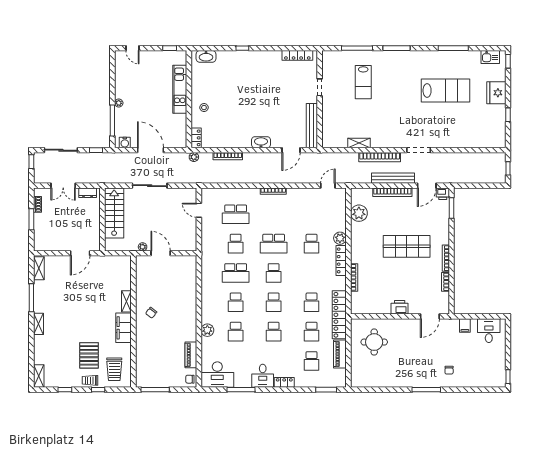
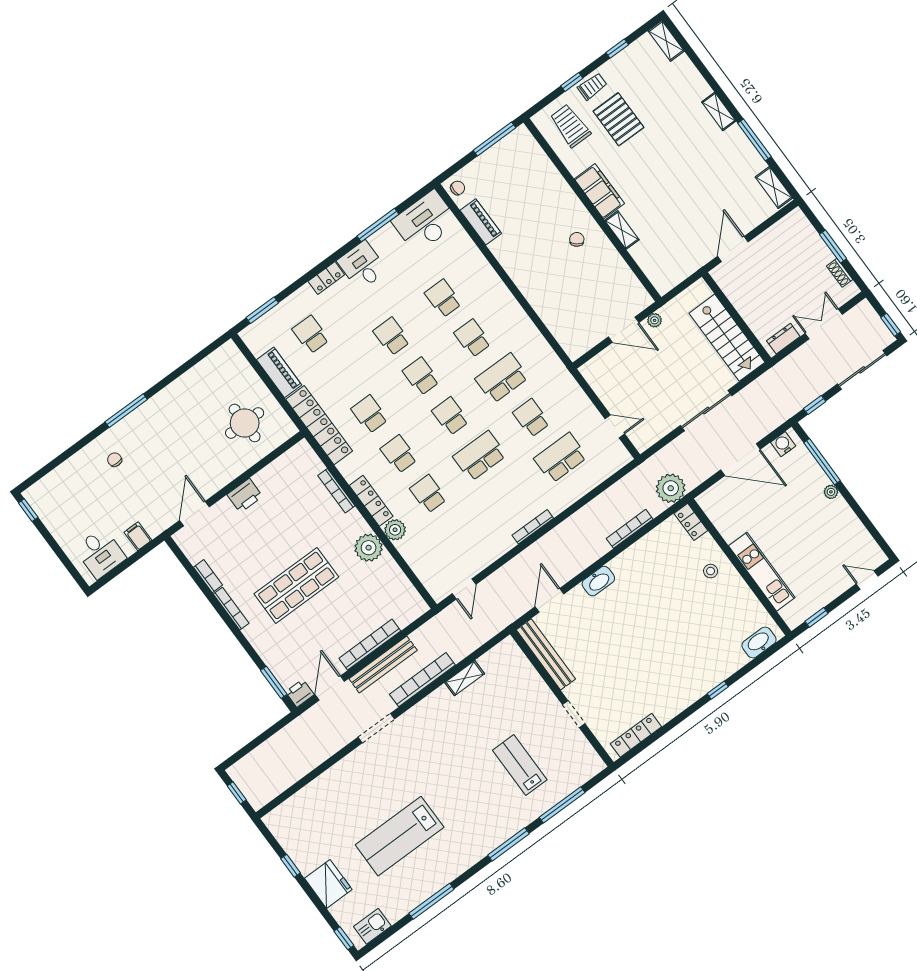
plant: (194, 157) -> (671, 488), width x1.87, depth x1.87
plant: (359, 213) -> (369, 548), moved
plant: (207, 330) -> (483, 272), removed
school desk: (312, 332) -> (399, 454), moved

